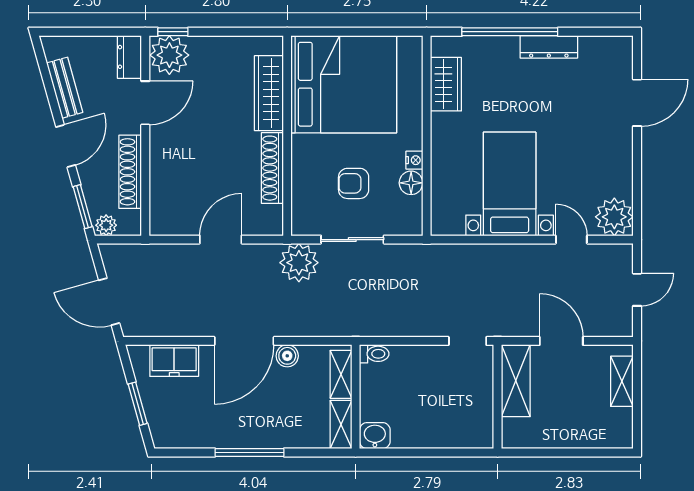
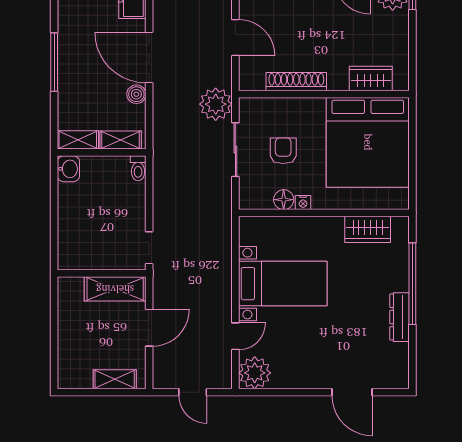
wardrobe: (269, 93) -> (371, 79), width x0.67

